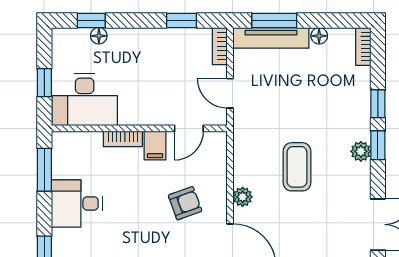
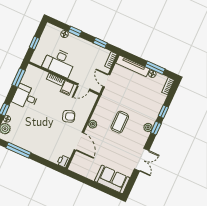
window: (91, 20) -> (75, 31), moved
window: (274, 20) -> (155, 68), moved
desk: (85, 100) -> (59, 62), moved

